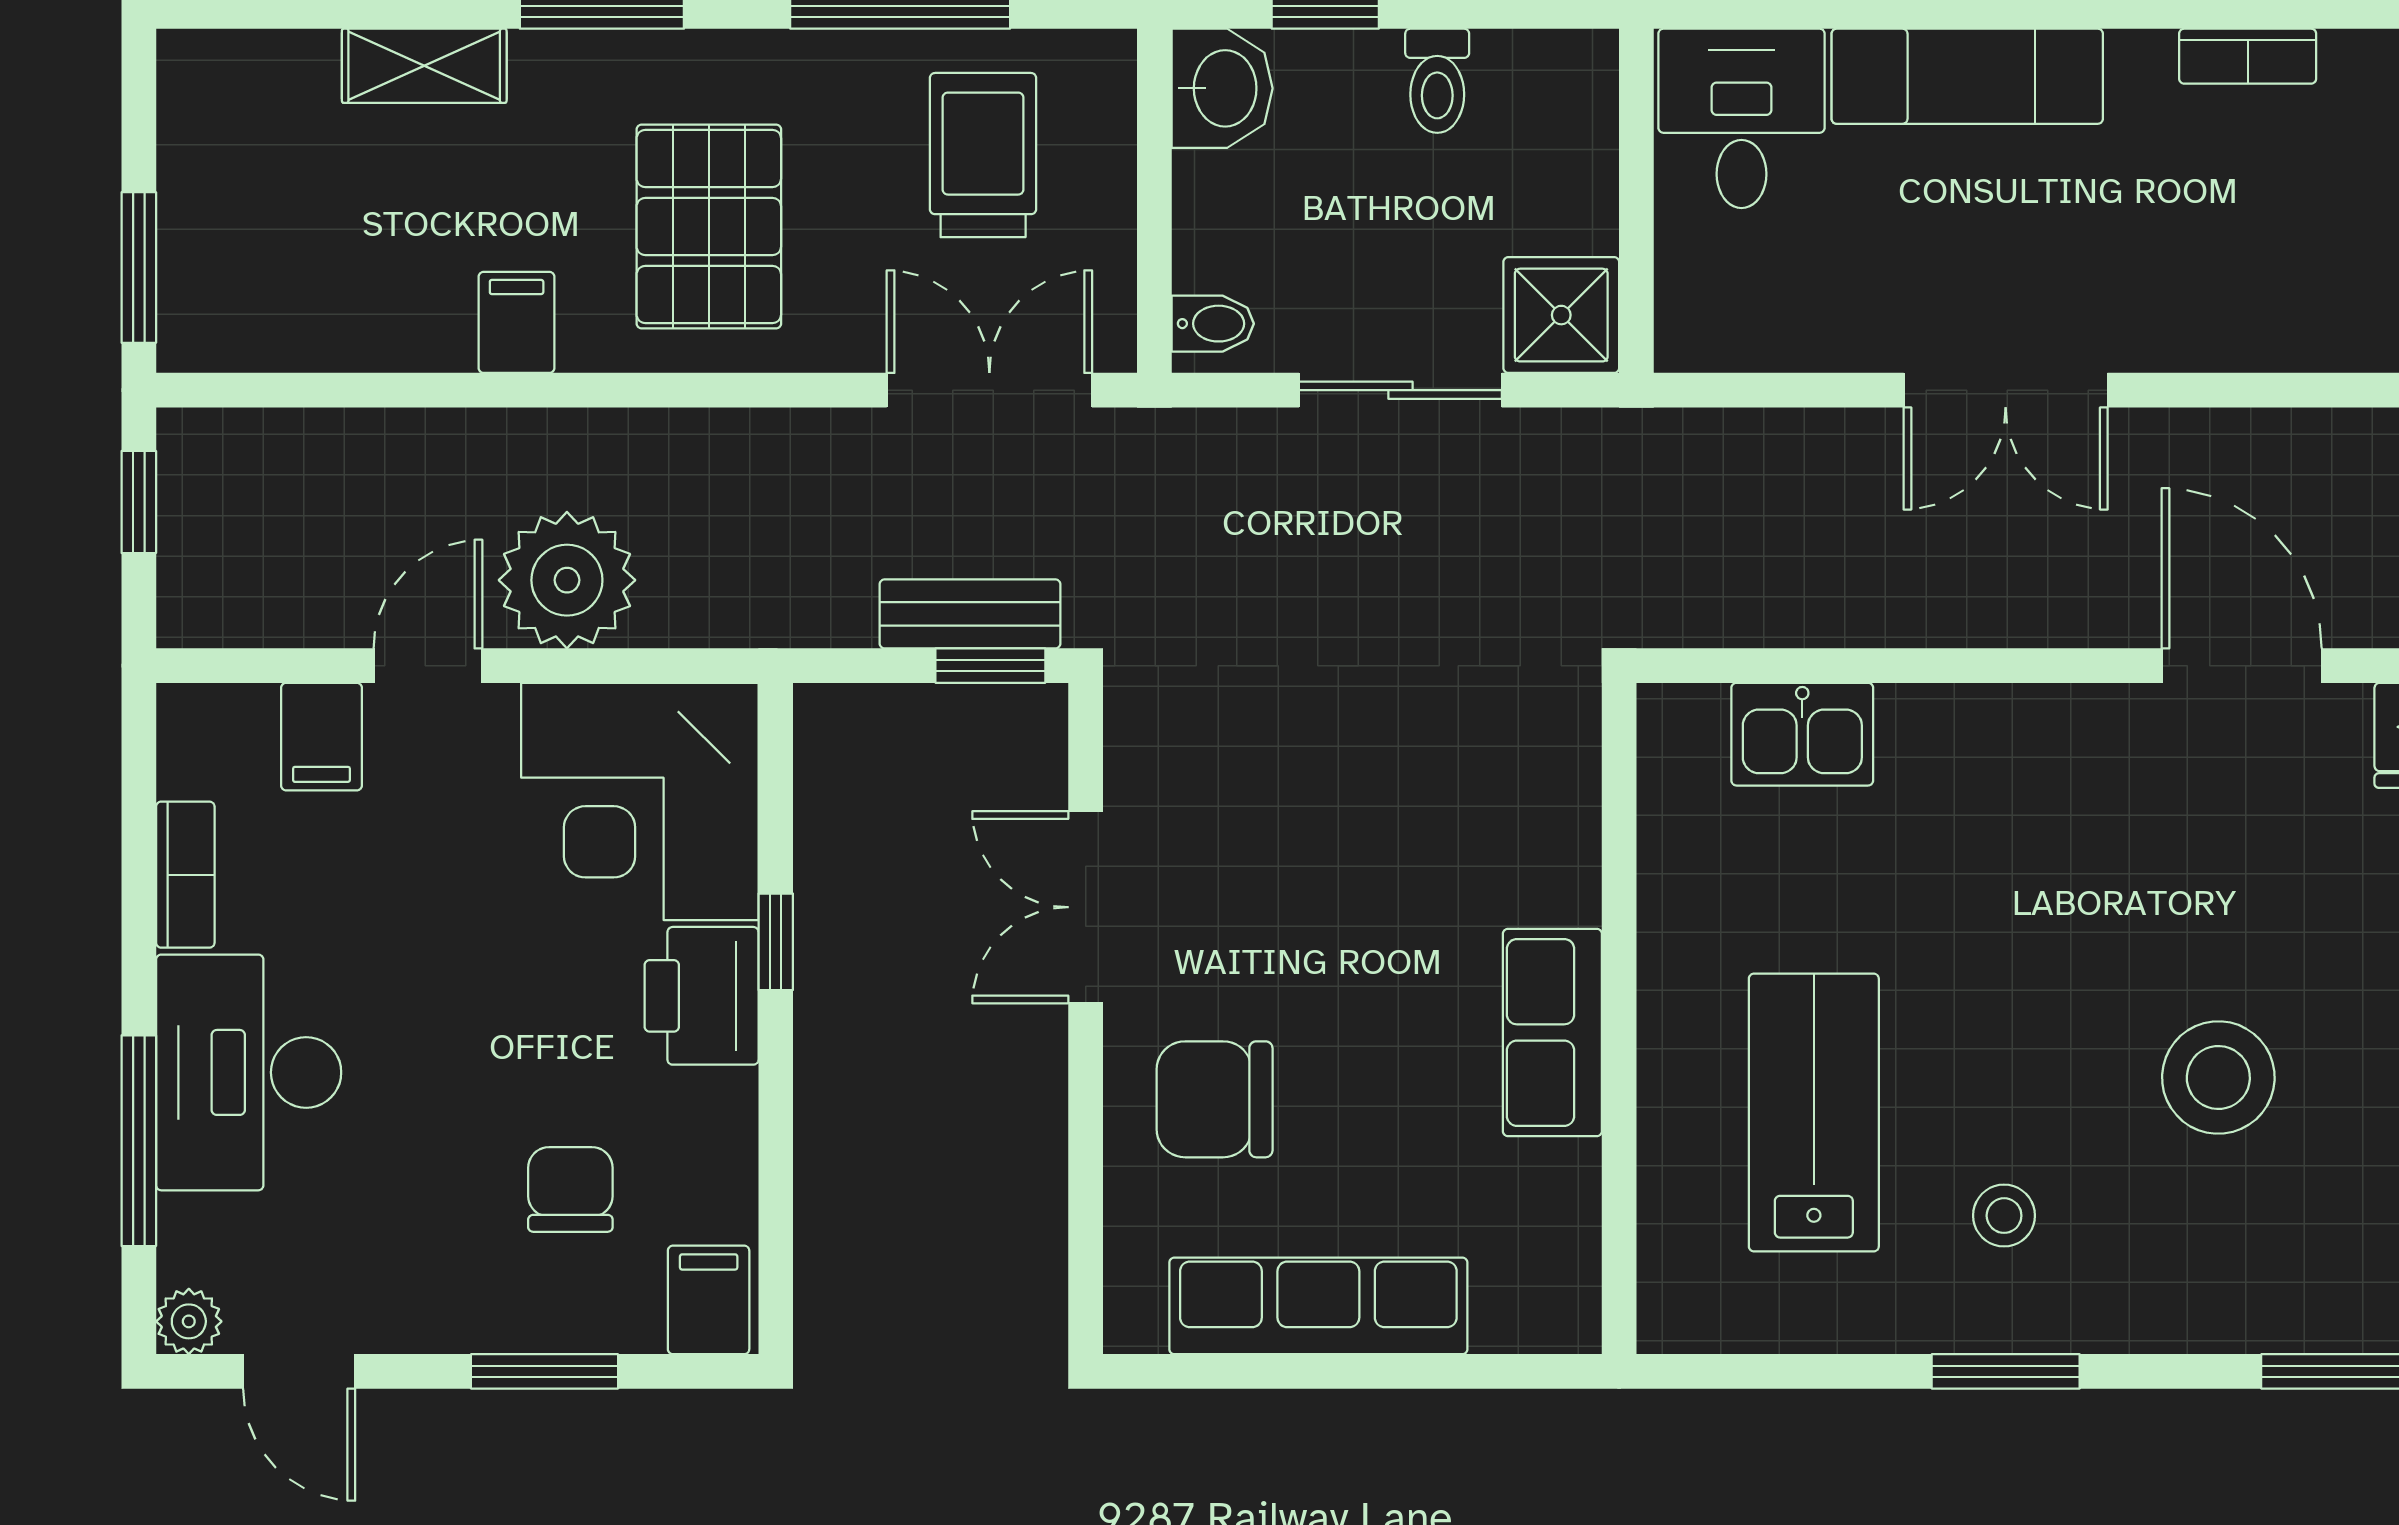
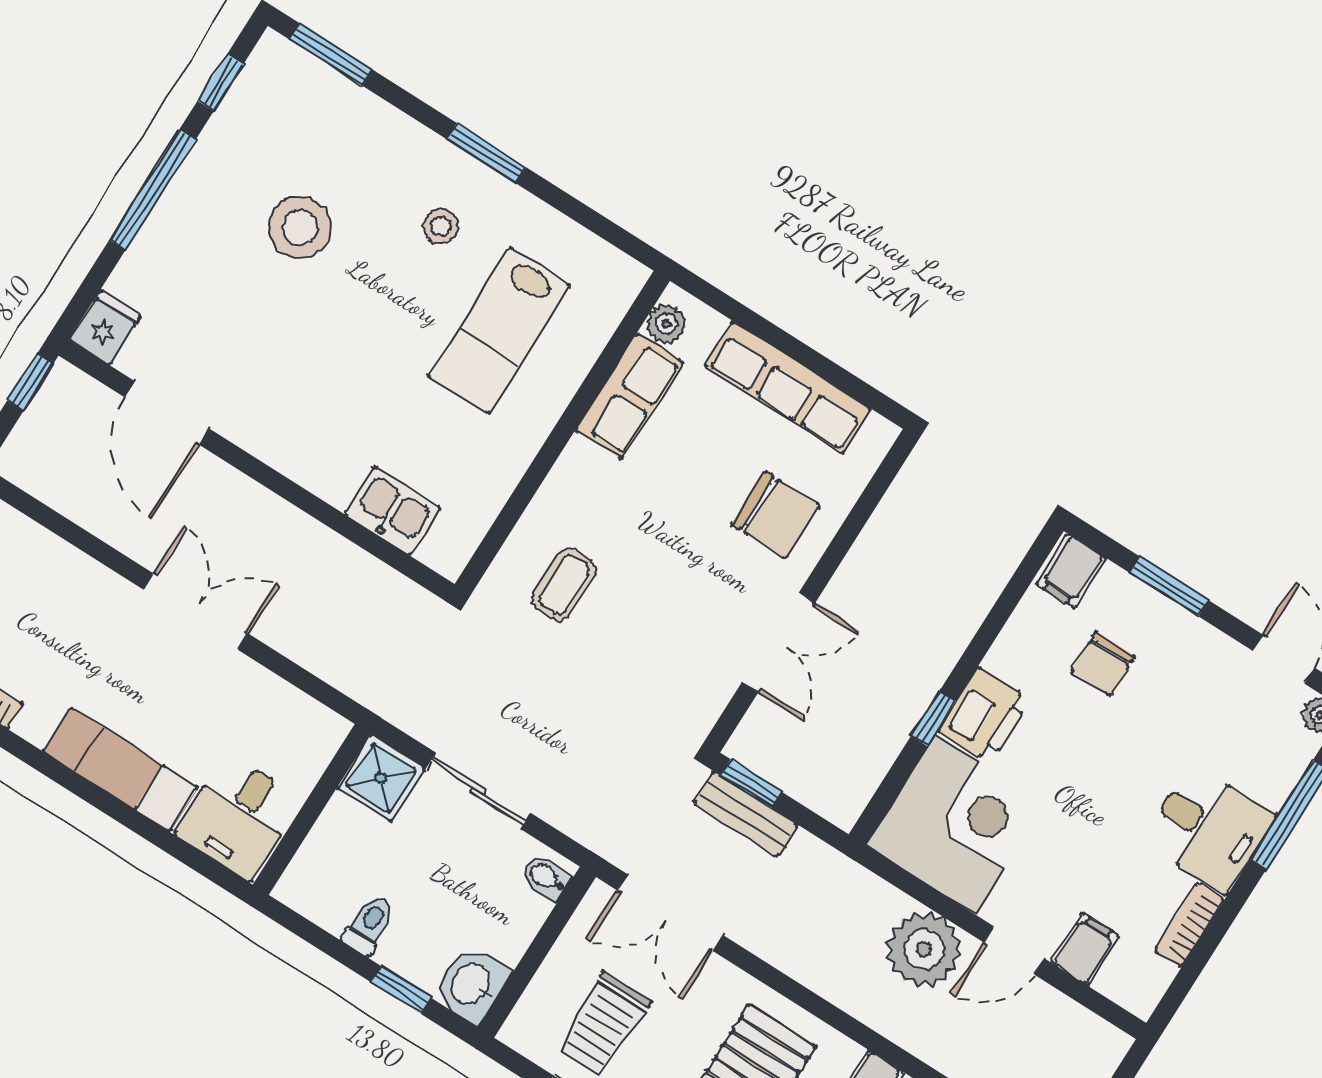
coffee table: (1469, 788) -> (564, 585), added
row of seats: (1552, 1032) -> (629, 396), moved
desk: (249, 1072) -> (1209, 829), width x0.73
plant: (1566, 1286) -> (666, 324), added

